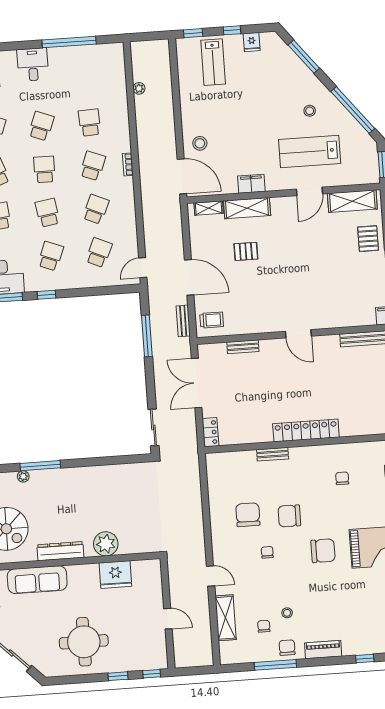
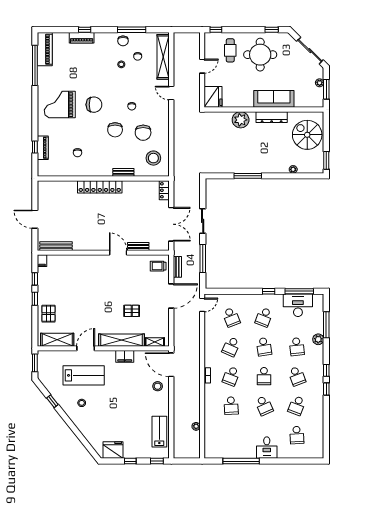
fridge: (252, 42) -> (113, 450), width x1.88, depth x1.34
window: (304, 57) -> (83, 440), removed
lab bench: (213, 62) -> (159, 432), moved
window: (353, 110) -> (52, 401), width x0.32
school desk: (41, 126) -> (264, 406), turned -45
shelving: (247, 208) -> (122, 340), width x1.47
school desk: (99, 253) -> (231, 317), turned -45
door: (189, 277) -> (171, 296), swing flipped
door: (298, 334) -> (118, 253), moved
sliding door: (153, 427) -> (203, 221), moved
window: (40, 466) -> (248, 176), moved
stool: (230, 478) -> (153, 158), added
chair: (289, 516) -> (115, 130), turned 90
chair: (323, 551) -> (94, 105), turned 180
fridge: (115, 575) -> (213, 97), moved, turned 90
sofa: (37, 580) -> (274, 99), moved
shelving: (226, 618) -> (163, 57), width x1.47
door: (168, 619) -> (202, 66), swing flipped
cafe table: (128, 645) -> (230, 50), added
piano: (323, 650) -> (82, 38), moved
window: (365, 658) -> (85, 30), moved
window: (118, 676) -> (272, 30), moved

